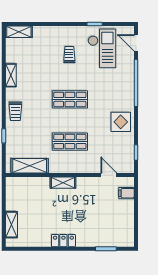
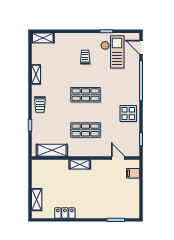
locker: (63, 241) -> (65, 213), moved

